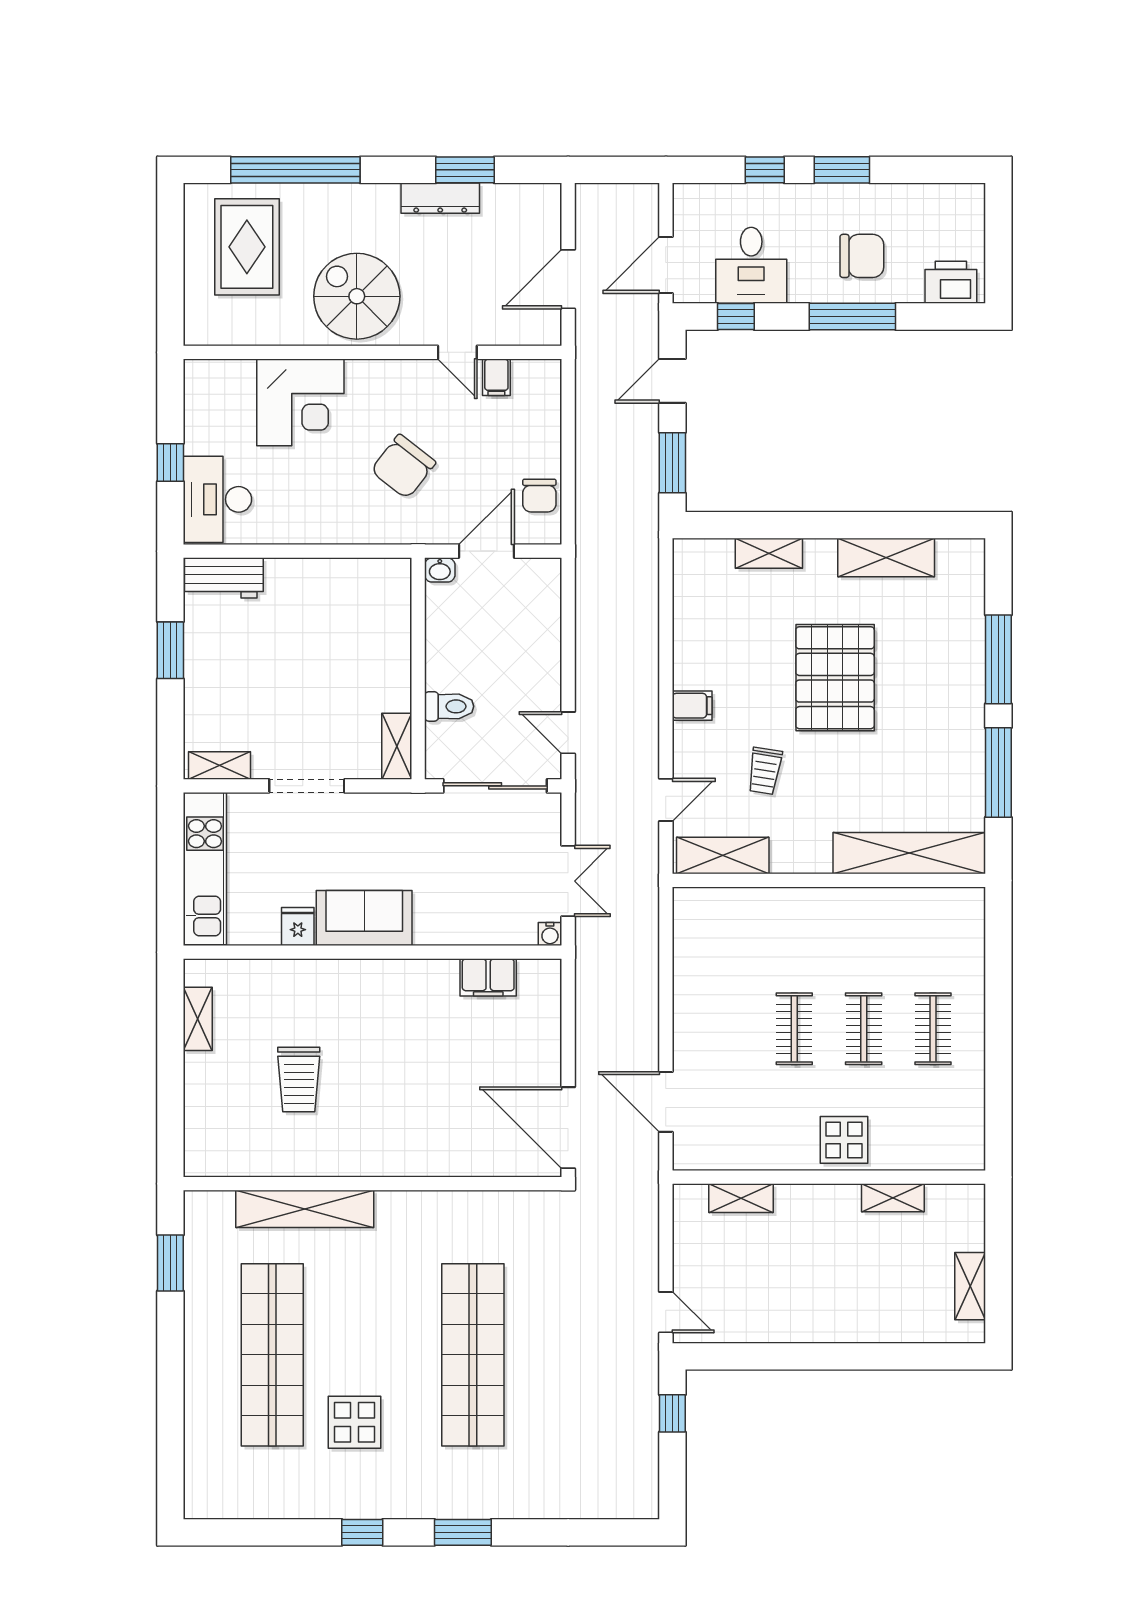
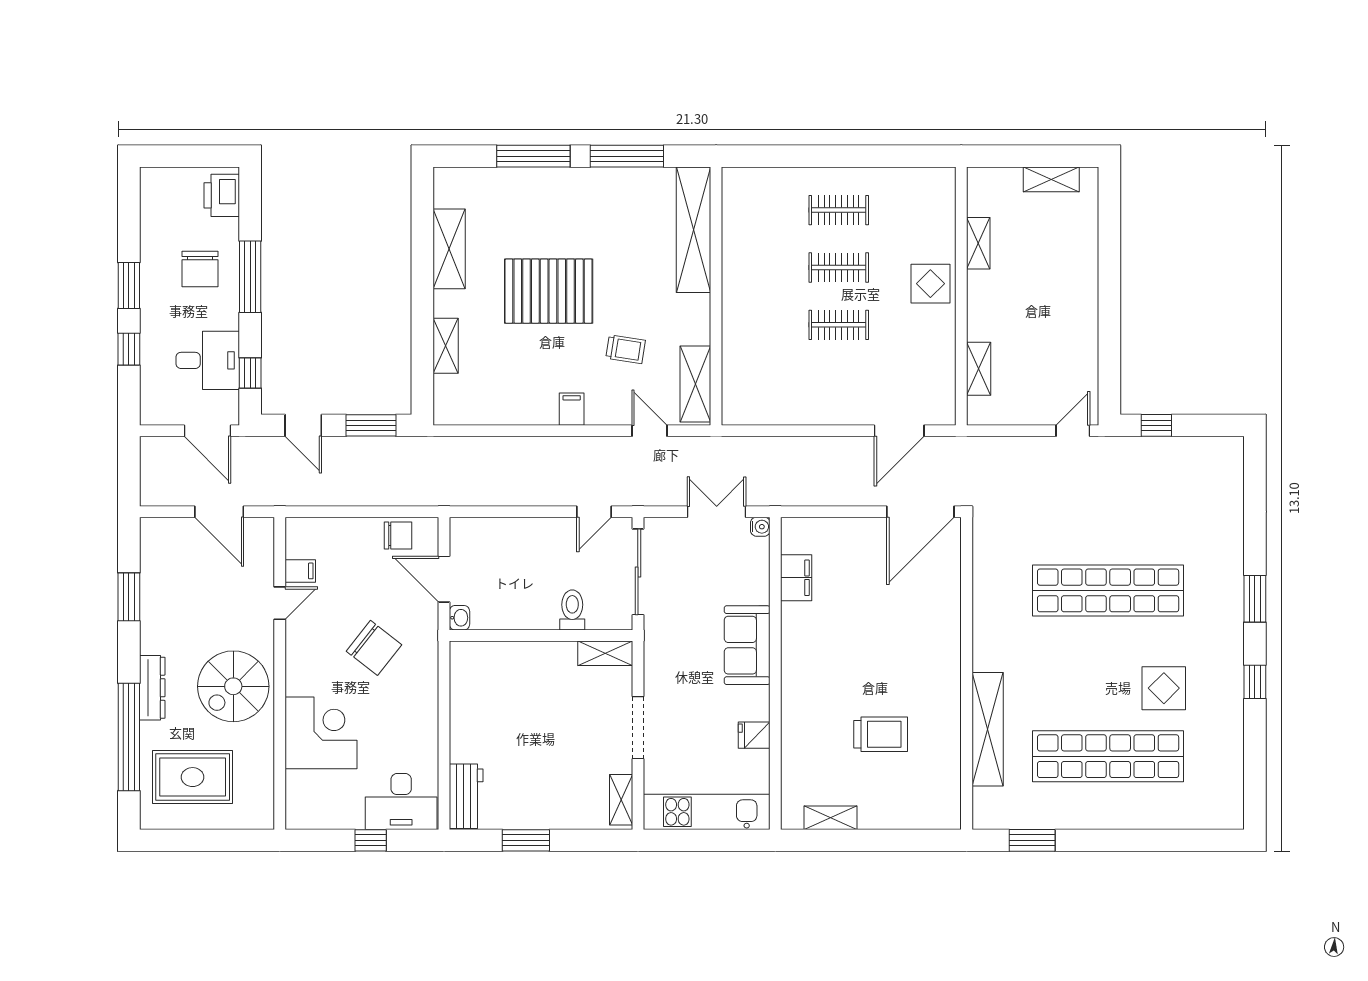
dresser: (440, 198) -> (152, 688), moved
chair: (862, 256) -> (200, 269), turned 180
sofa: (364, 918) -> (747, 645), moved

